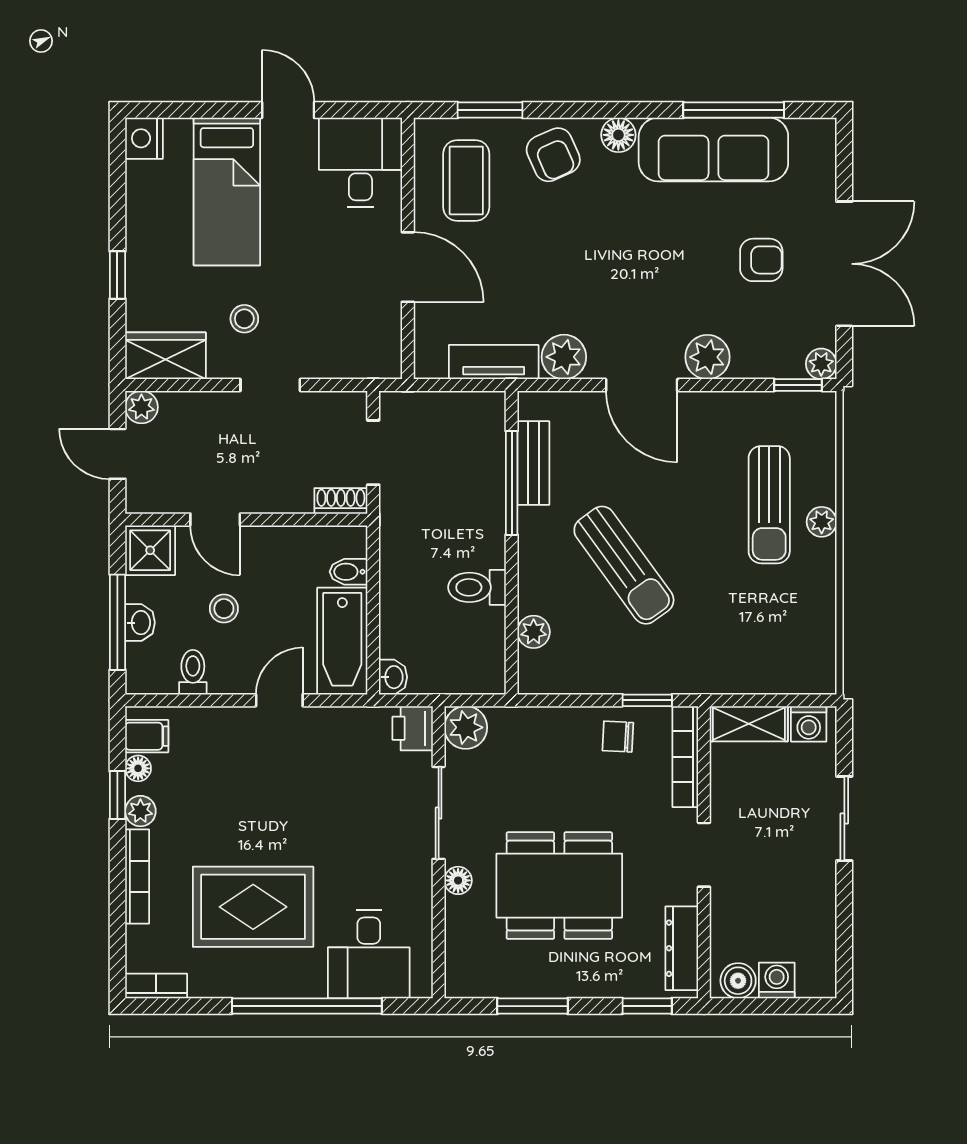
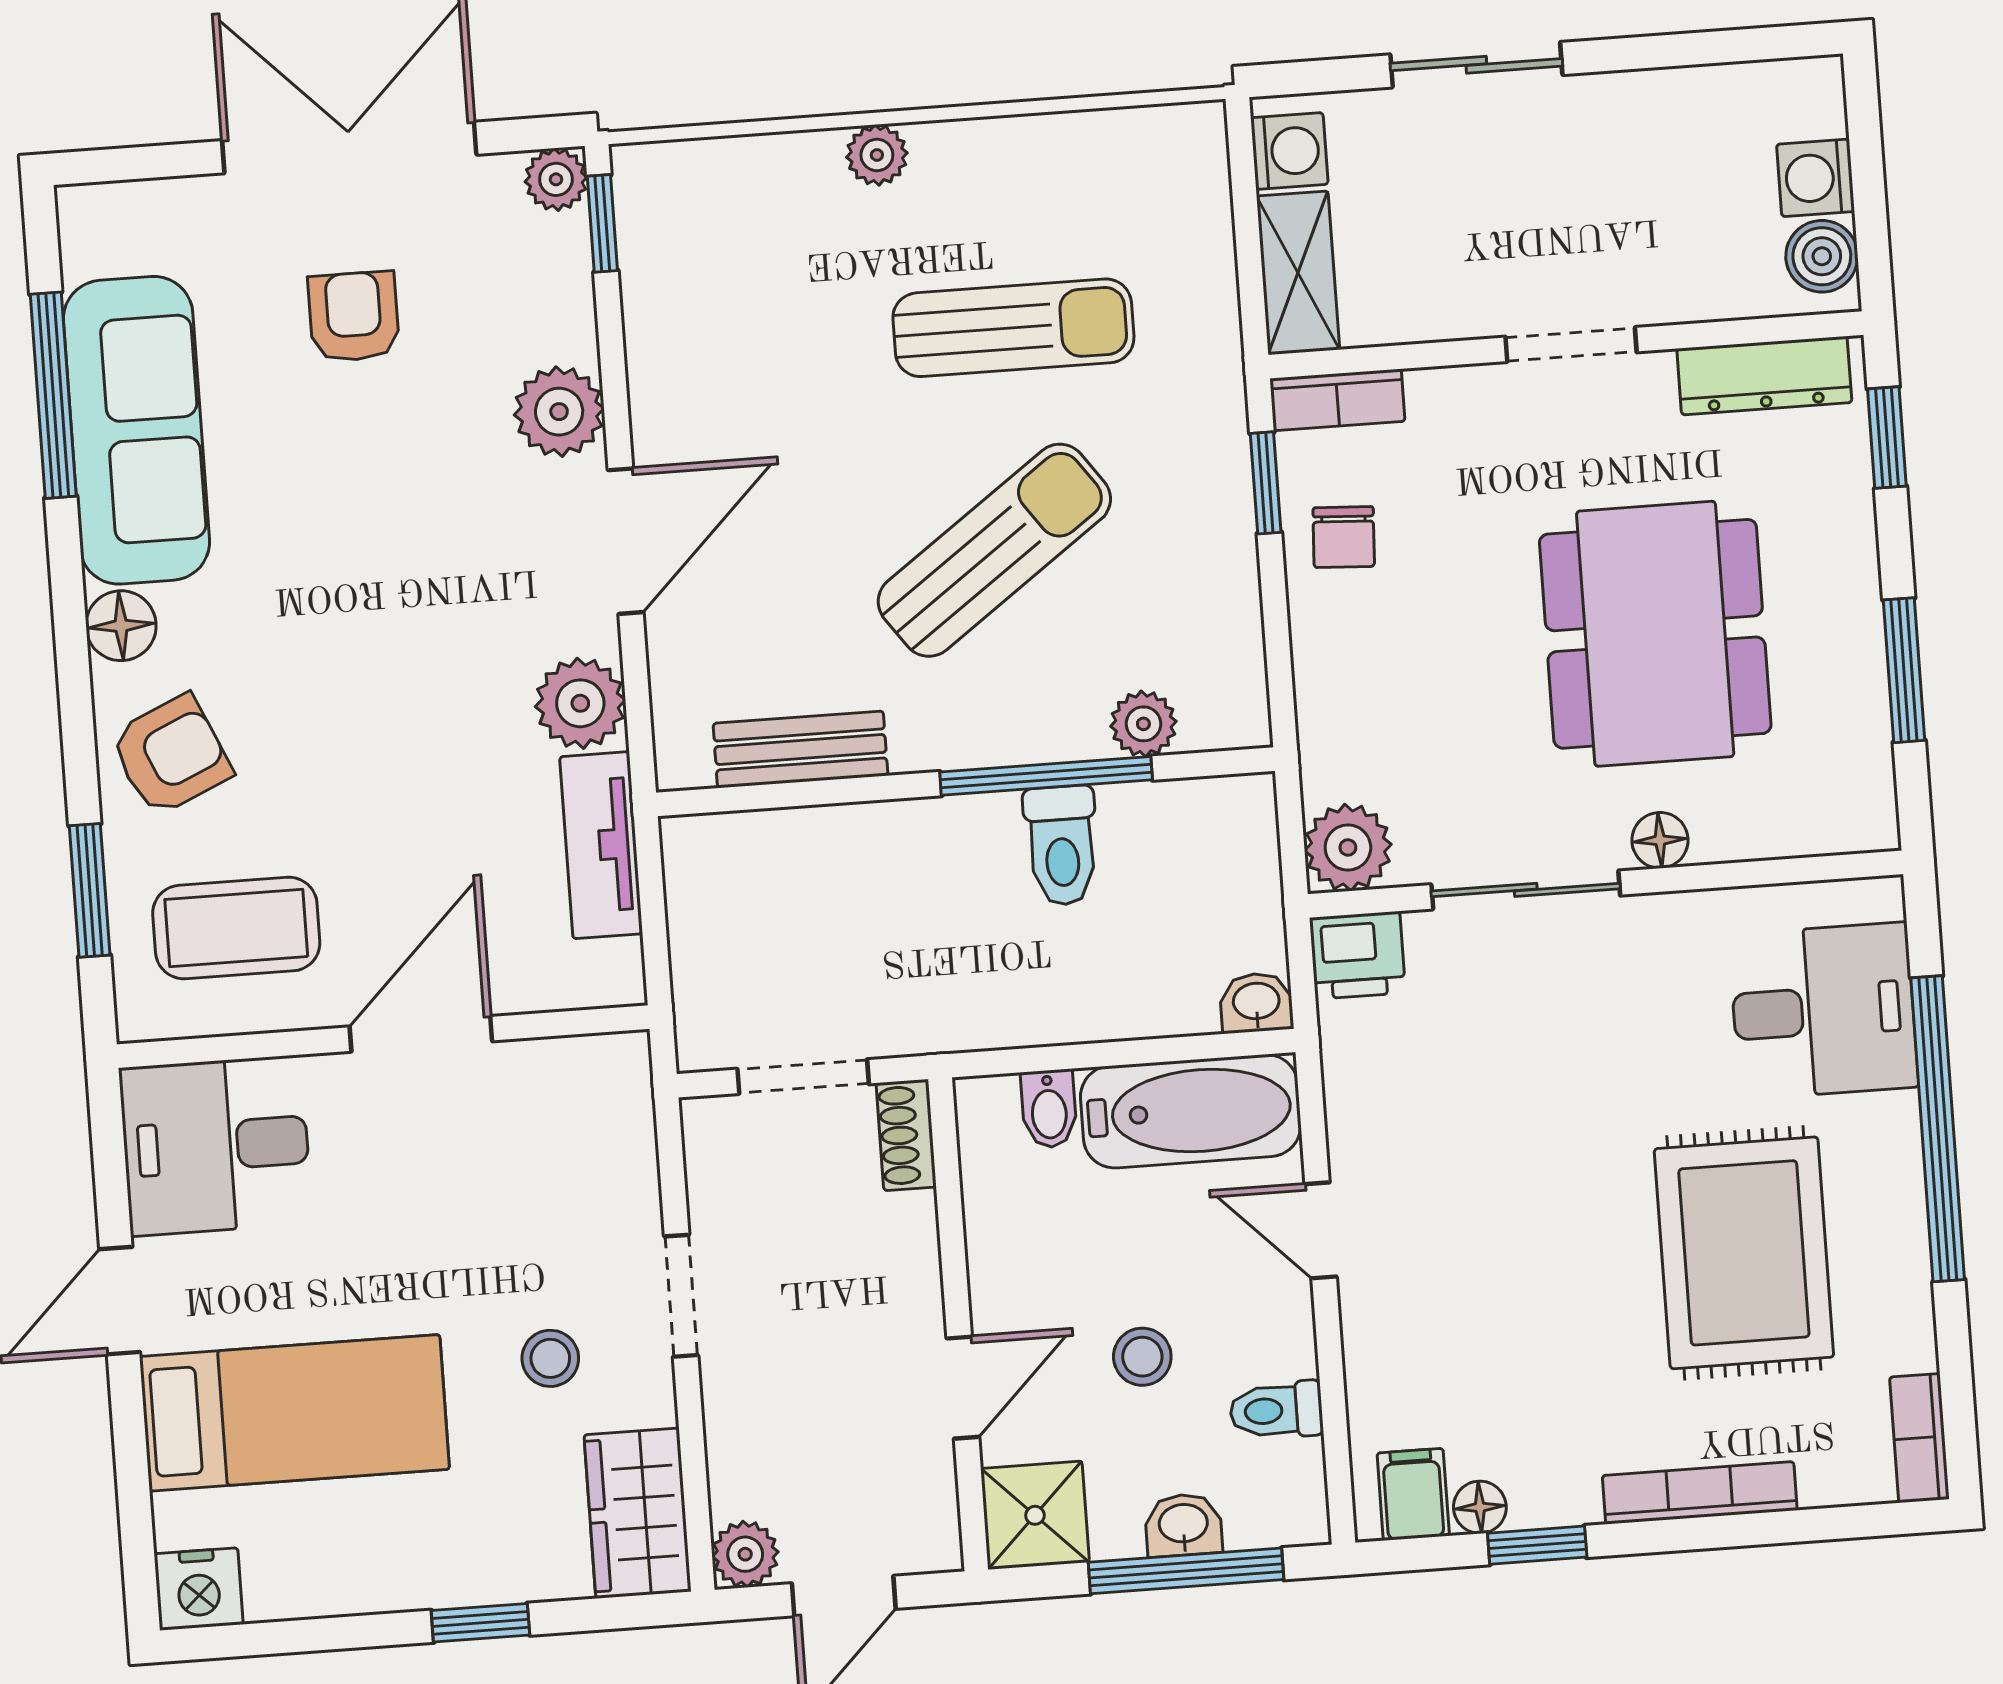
window: (512, 483) -> (1046, 776), moved
sun lounger: (769, 505) -> (1013, 328), moved
bookcase: (685, 757) -> (1337, 400), width x0.64
plant: (140, 811) -> (1566, 1496), removed

